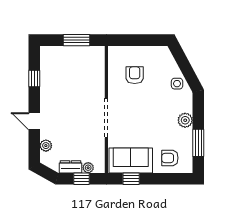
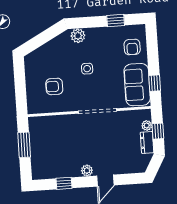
side table: (177, 84) -> (87, 69), moved
plant: (185, 120) -> (78, 36), moved
window: (198, 143) -> (116, 21), width x0.67
plant: (46, 146) -> (87, 170), moved

